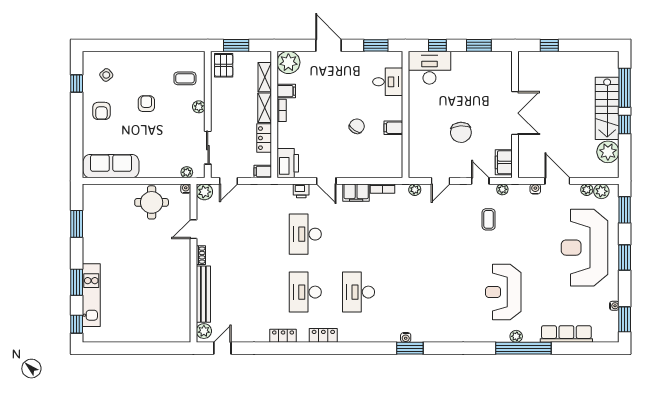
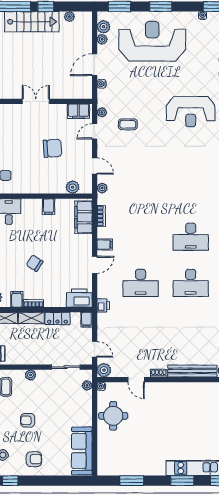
double door: (515, 113) -> (36, 101), width x0.73
chair: (357, 126) -> (35, 263), moved
plant: (608, 152) -> (69, 17), width x0.53, depth x0.53
plant: (416, 156) -> (73, 187), added
filing cabinet: (381, 168) -> (83, 217), added
printer: (301, 191) -> (103, 305), moved
filing cabinet: (356, 193) -> (105, 245), width x0.50
reception desk: (585, 248) -> (152, 41), turned 180

